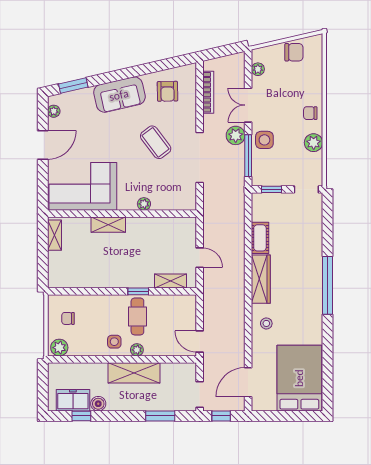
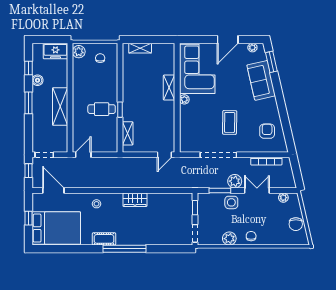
armchair: (167, 91) -> (267, 131), turned 91
sofa: (119, 95) -> (261, 80), moved
coffee table: (156, 142) -> (230, 122), turned -52
door: (43, 145) -> (228, 39), hinge flipped
window: (248, 156) -> (220, 190), width x0.69
plant: (144, 204) -> (184, 99), moved
shelving: (54, 235) -> (140, 48), moved
cot: (260, 238) -> (104, 239), moved
door: (200, 258) -> (164, 155), moved
wardrobe: (261, 279) -> (135, 200), width x0.67
side table: (114, 342) -> (83, 92), removed
plant: (137, 350) -> (77, 109), removed
freezer: (73, 400) -> (55, 51), moved, turned 90
window: (160, 416) -> (28, 103), moved
window: (286, 416) -> (28, 218), added

